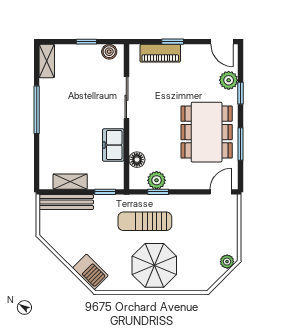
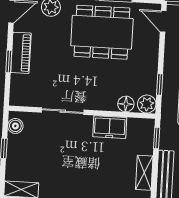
piano: (160, 53) -> (21, 53), moved
plant: (157, 180) -> (147, 104), moved

